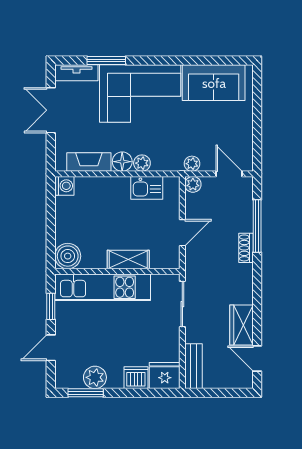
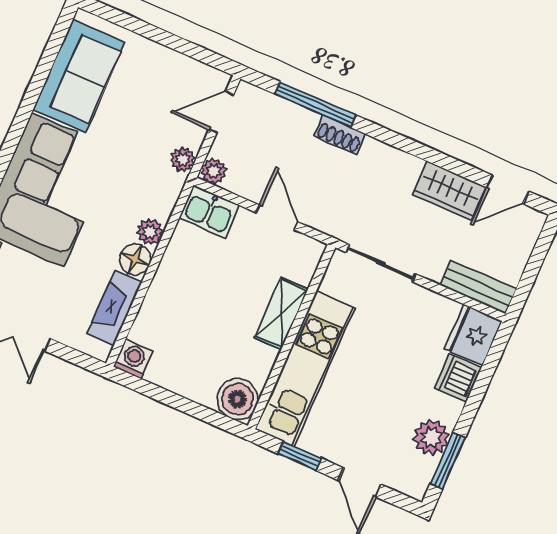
kitchen sink: (147, 188) -> (209, 212), moved, turned 90

